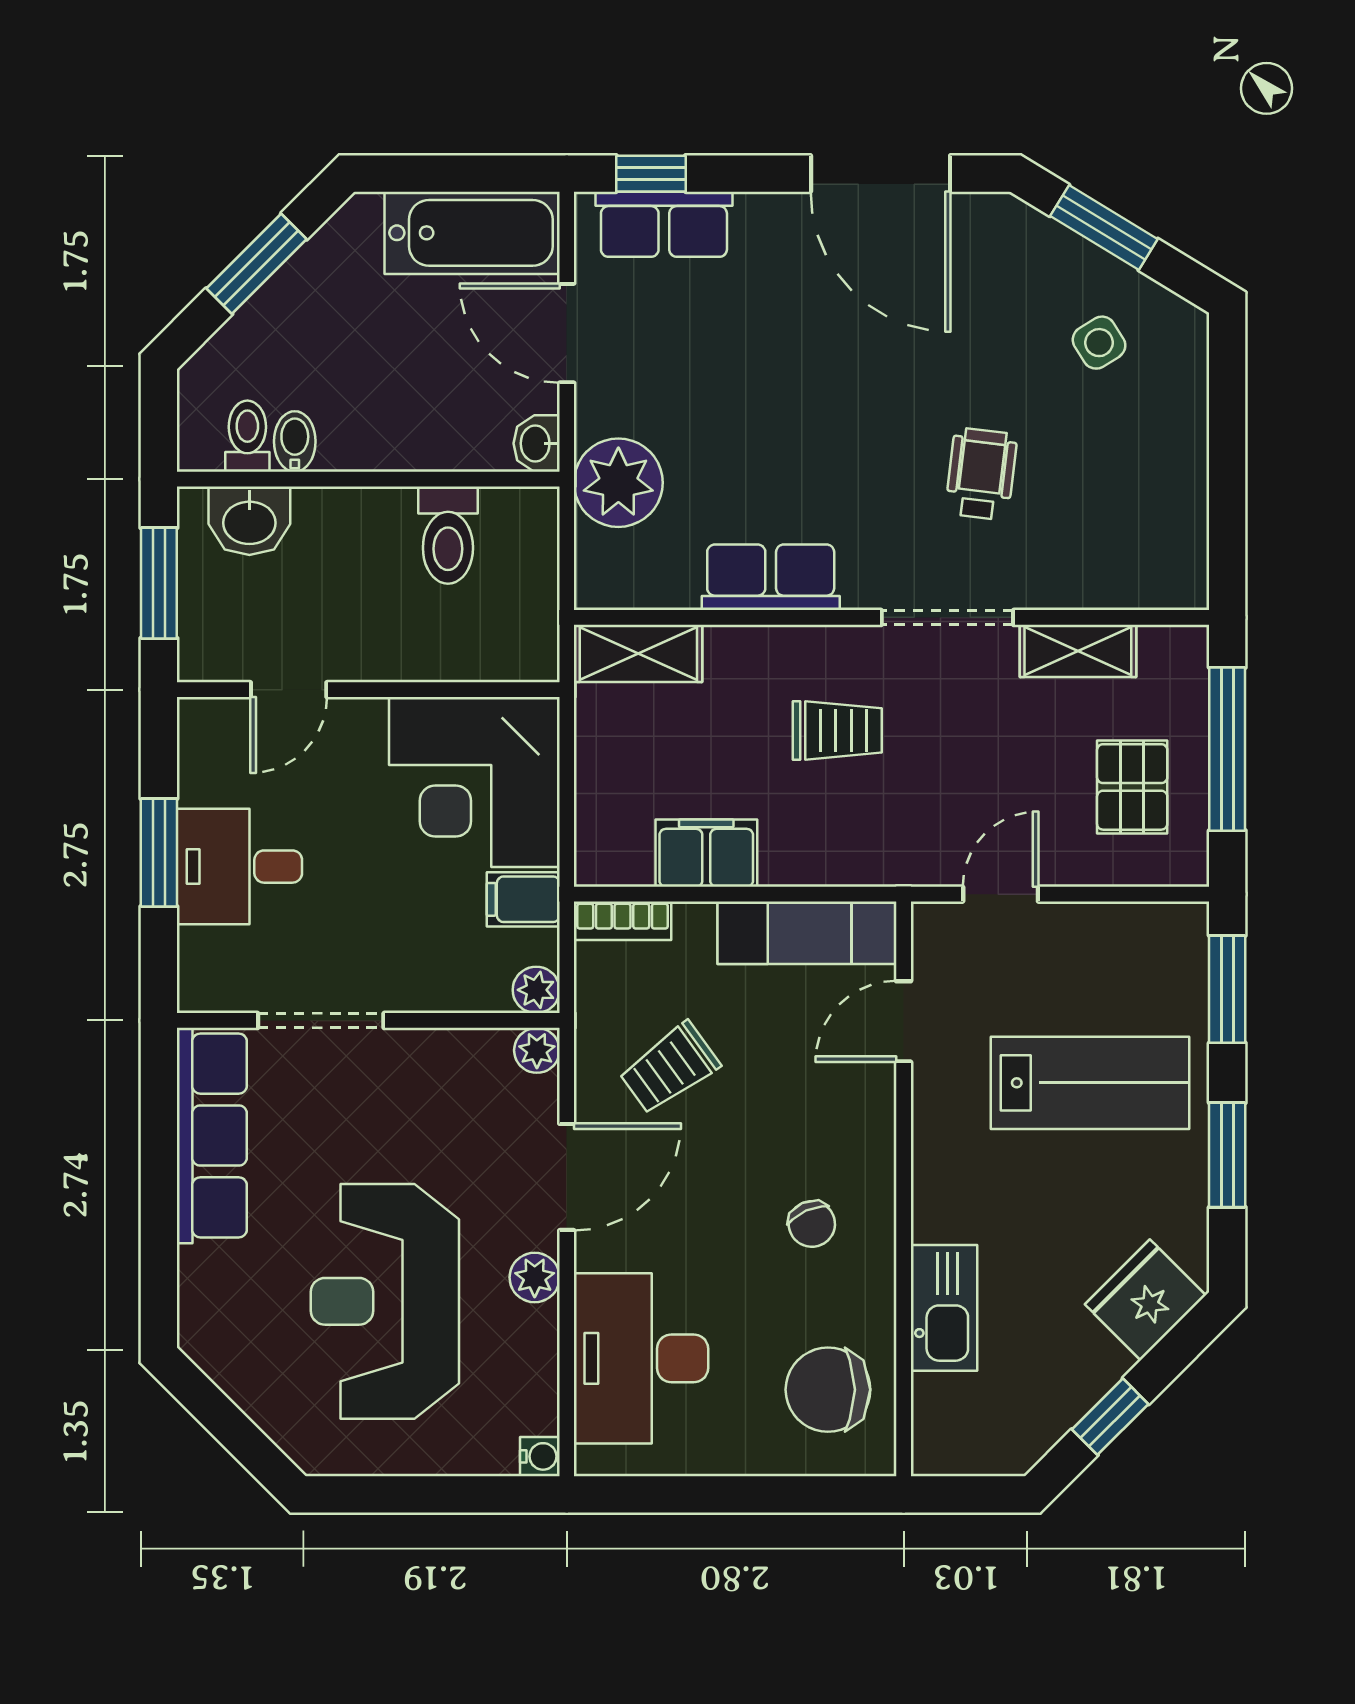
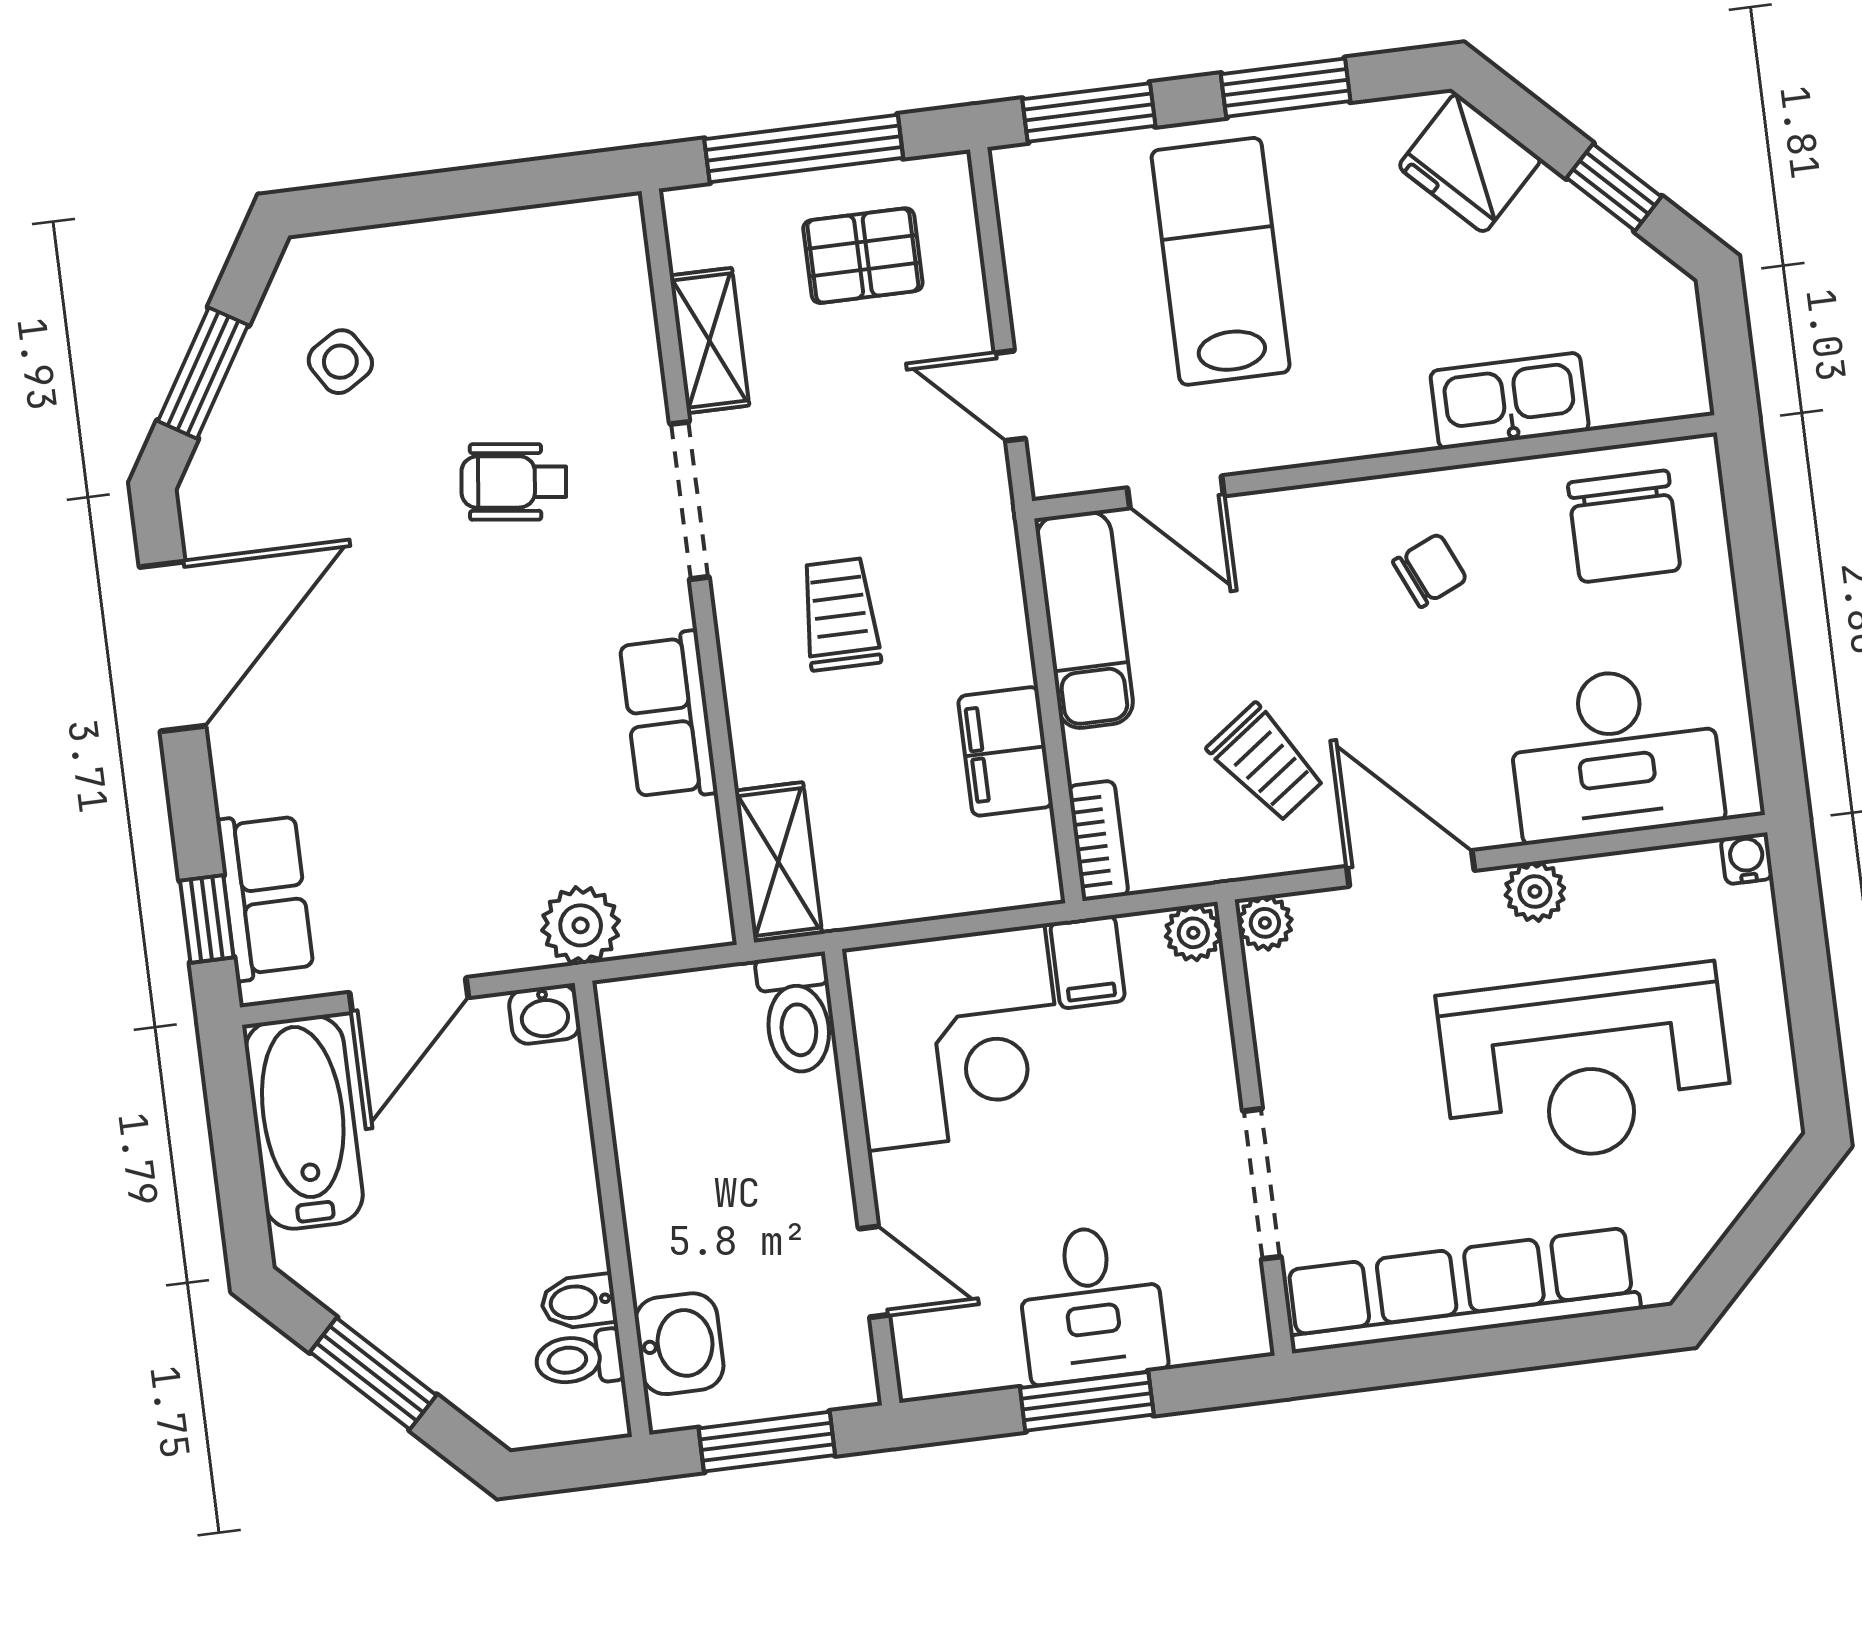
plant: (618, 483) -> (581, 925), width x0.73, depth x0.73
toilet: (448, 535) -> (797, 1014), moved, turned 90
row of seats: (212, 1135) -> (1461, 1290), width x1.36

